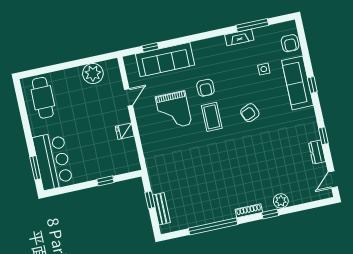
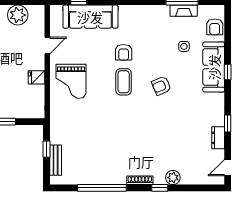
fireplace: (239, 37) -> (184, 11), moved
grand piano: (174, 110) -> (71, 81), moved

